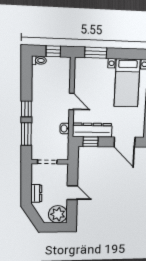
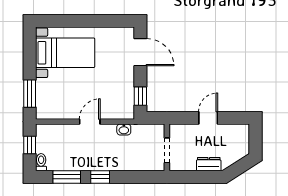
dresser: (92, 130) -> (125, 94), removed
window: (26, 134) -> (67, 177), moved
door: (125, 142) -> (140, 52), hinge flipped
plant: (58, 214) -> (237, 136), removed

